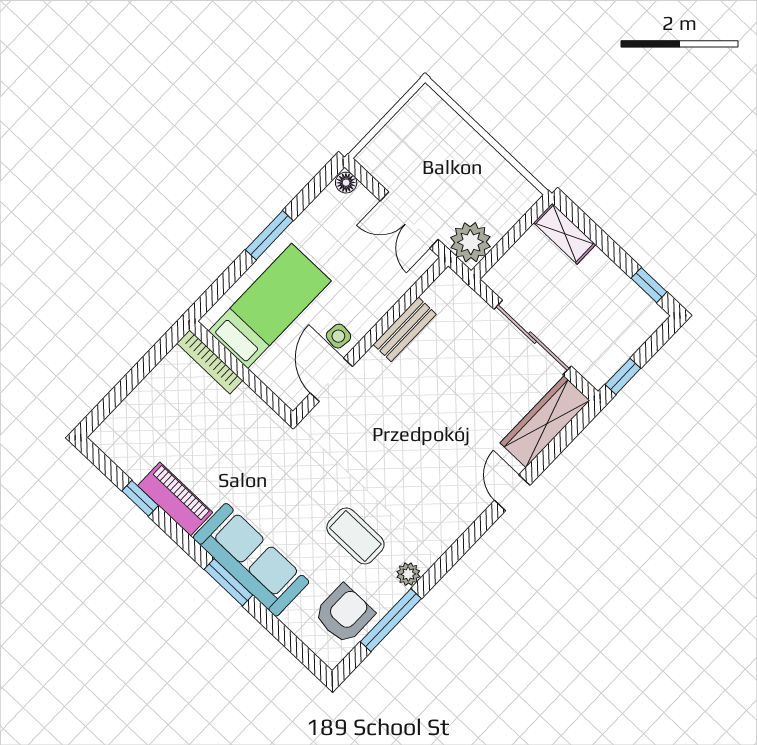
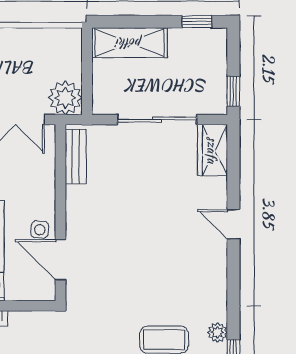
shelving: (565, 234) -> (129, 43), width x1.50, depth x1.33
bench: (405, 329) -> (76, 157), moved
wardrobe: (545, 422) -> (212, 150), width x0.67

